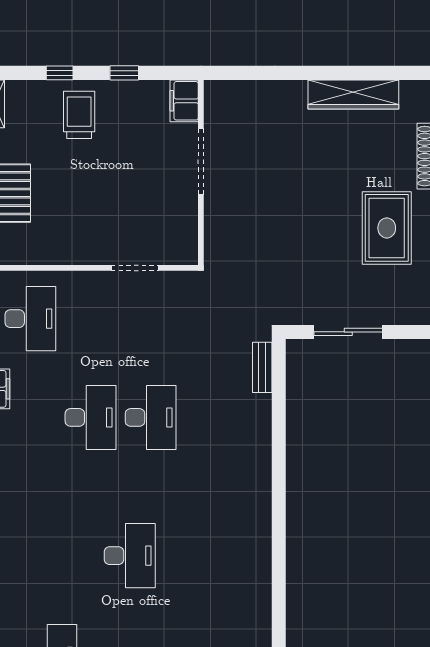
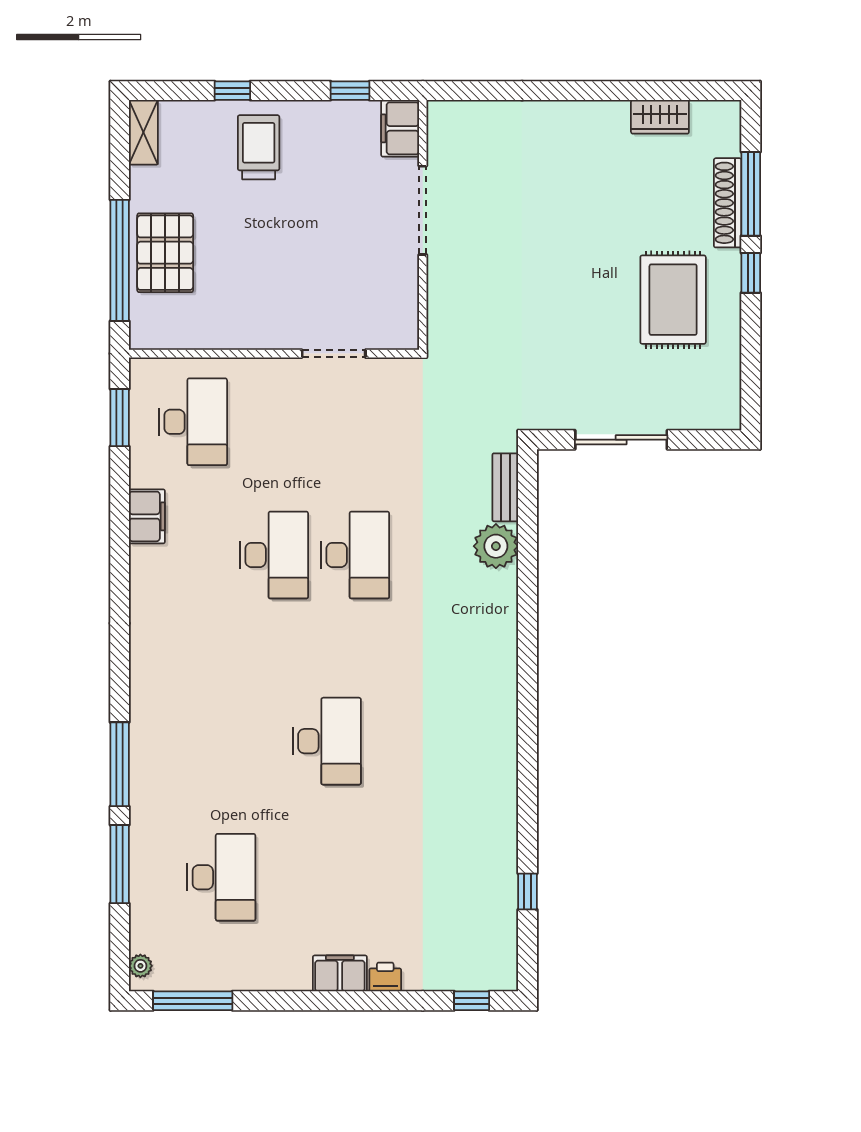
window: (124, 73) -> (350, 91), moved
wardrobe: (353, 94) -> (660, 117), width x0.48, depth x0.85
plant: (255, 411) -> (496, 546), added

